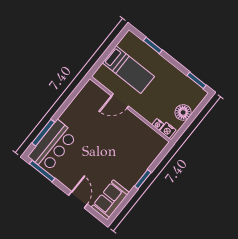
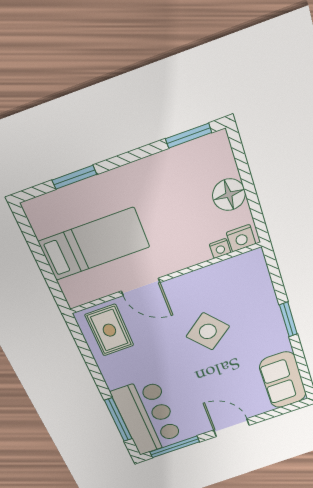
rug: (90, 100) -> (109, 330), added
door: (120, 101) -> (141, 287), hinge flipped
side table: (115, 145) -> (208, 331), added
door: (78, 200) -> (231, 428), moved

